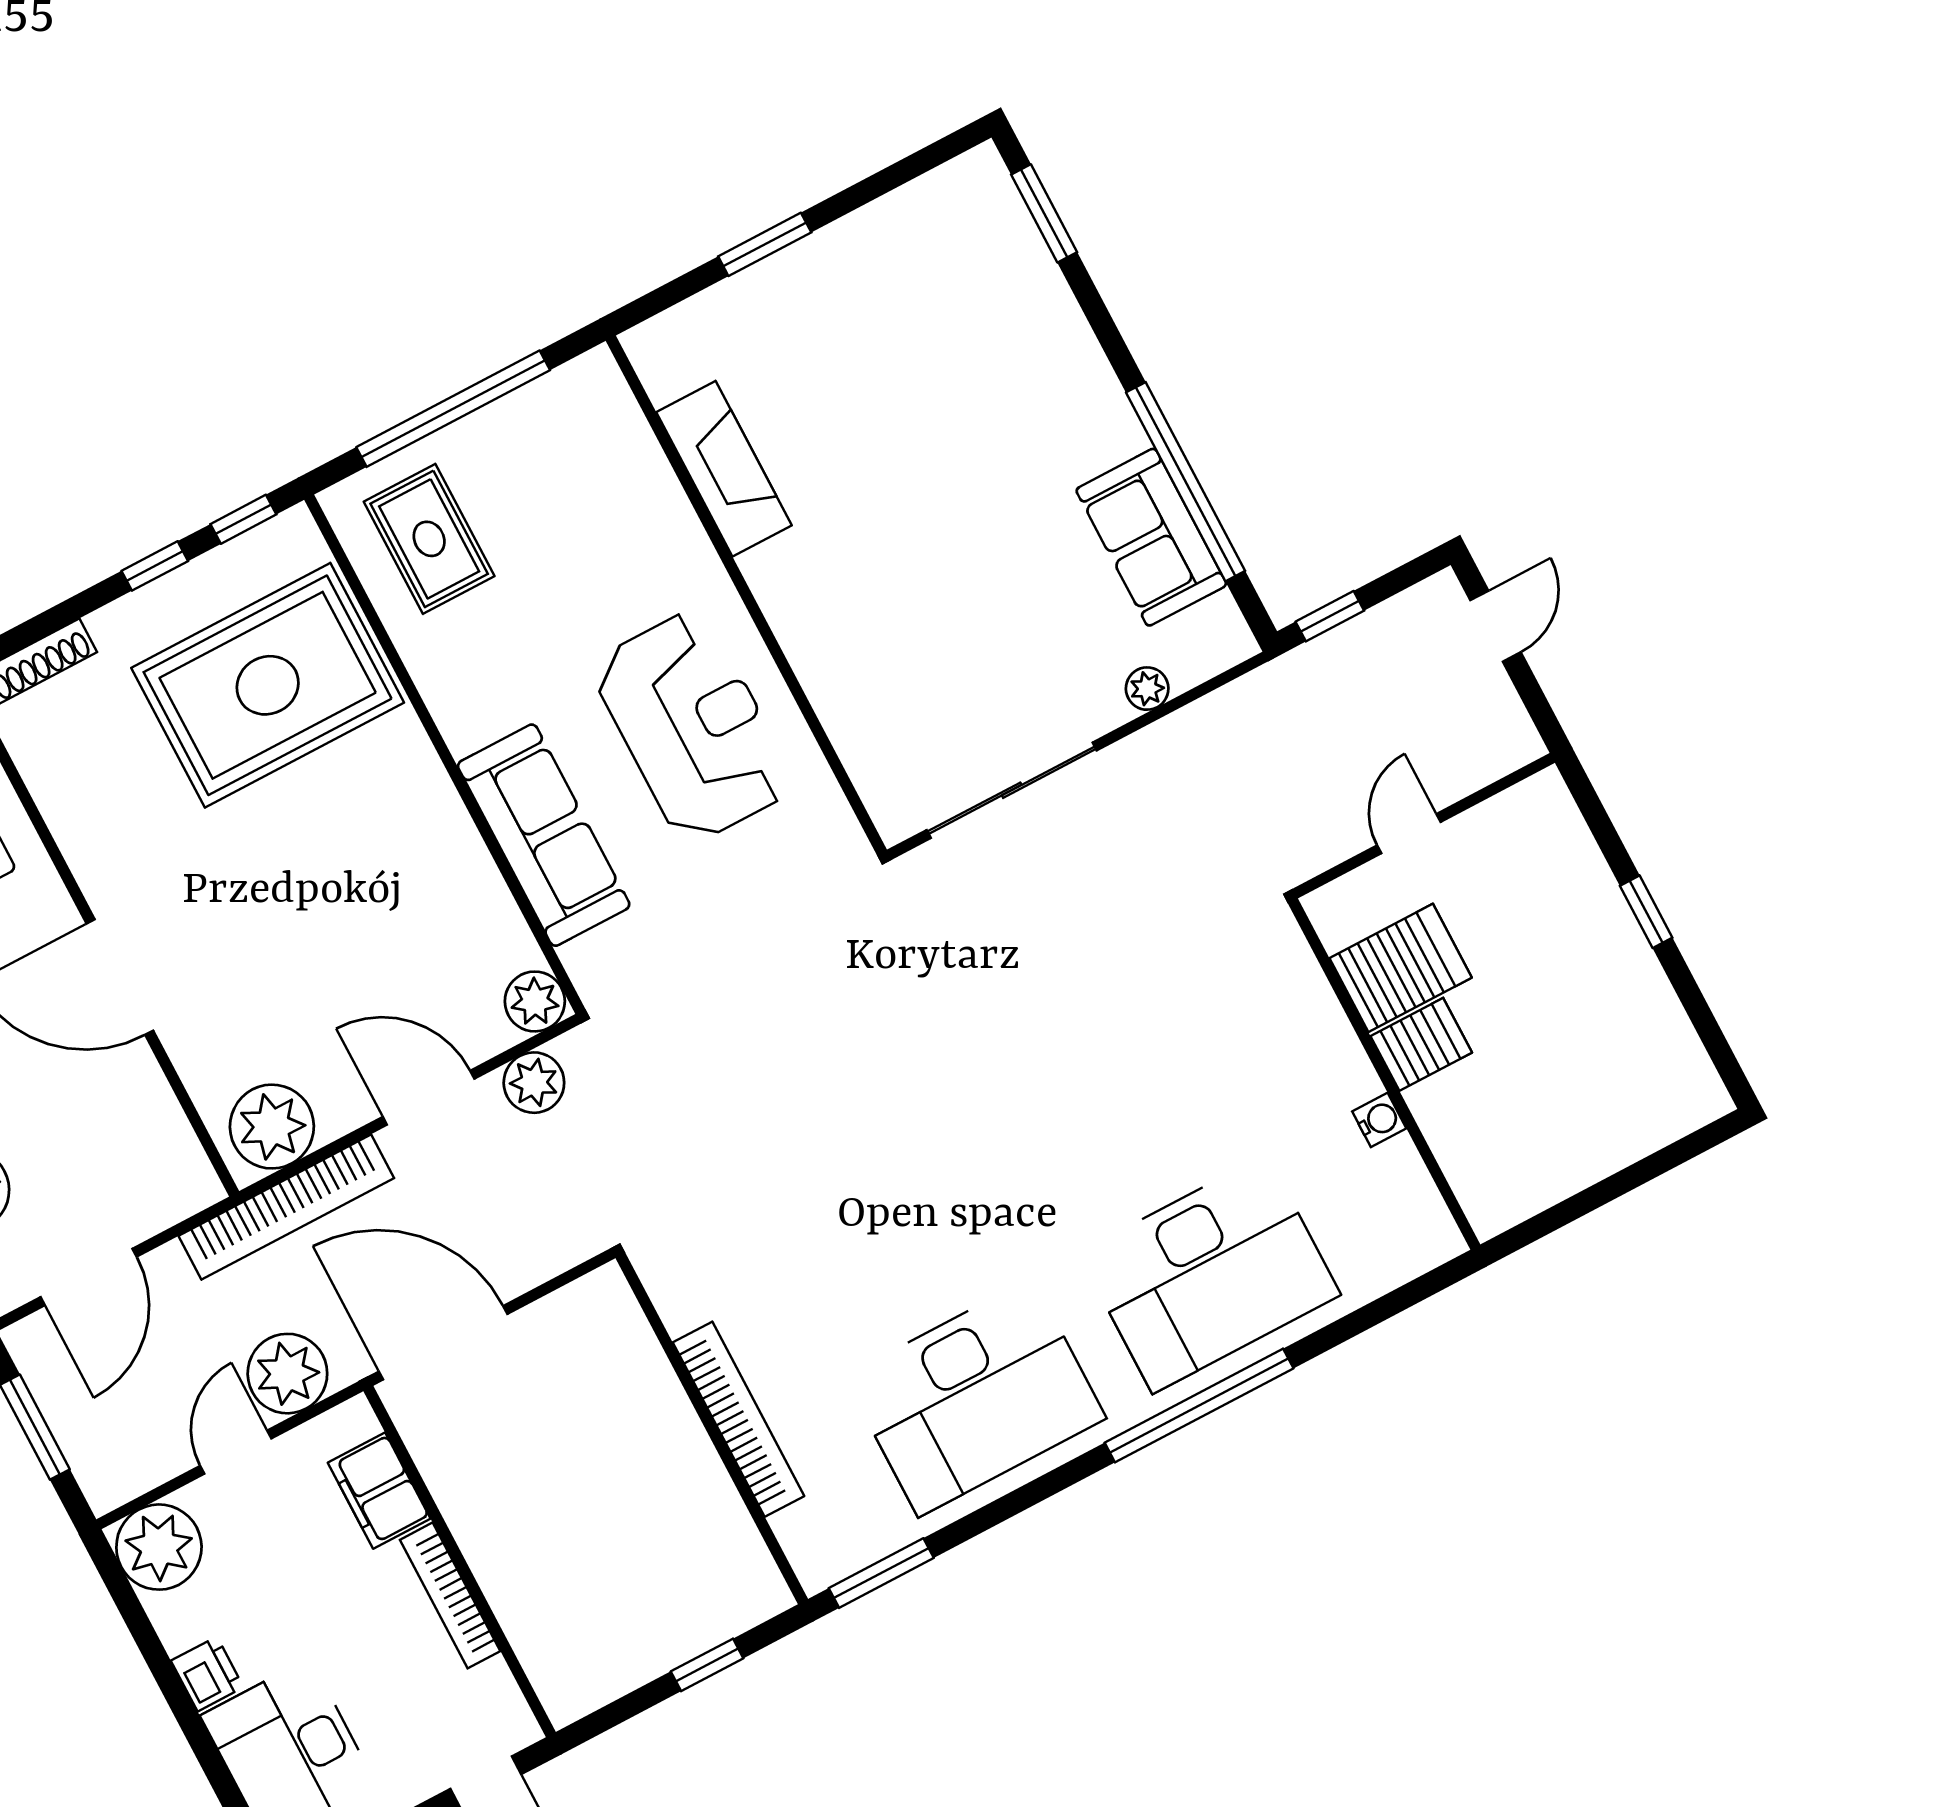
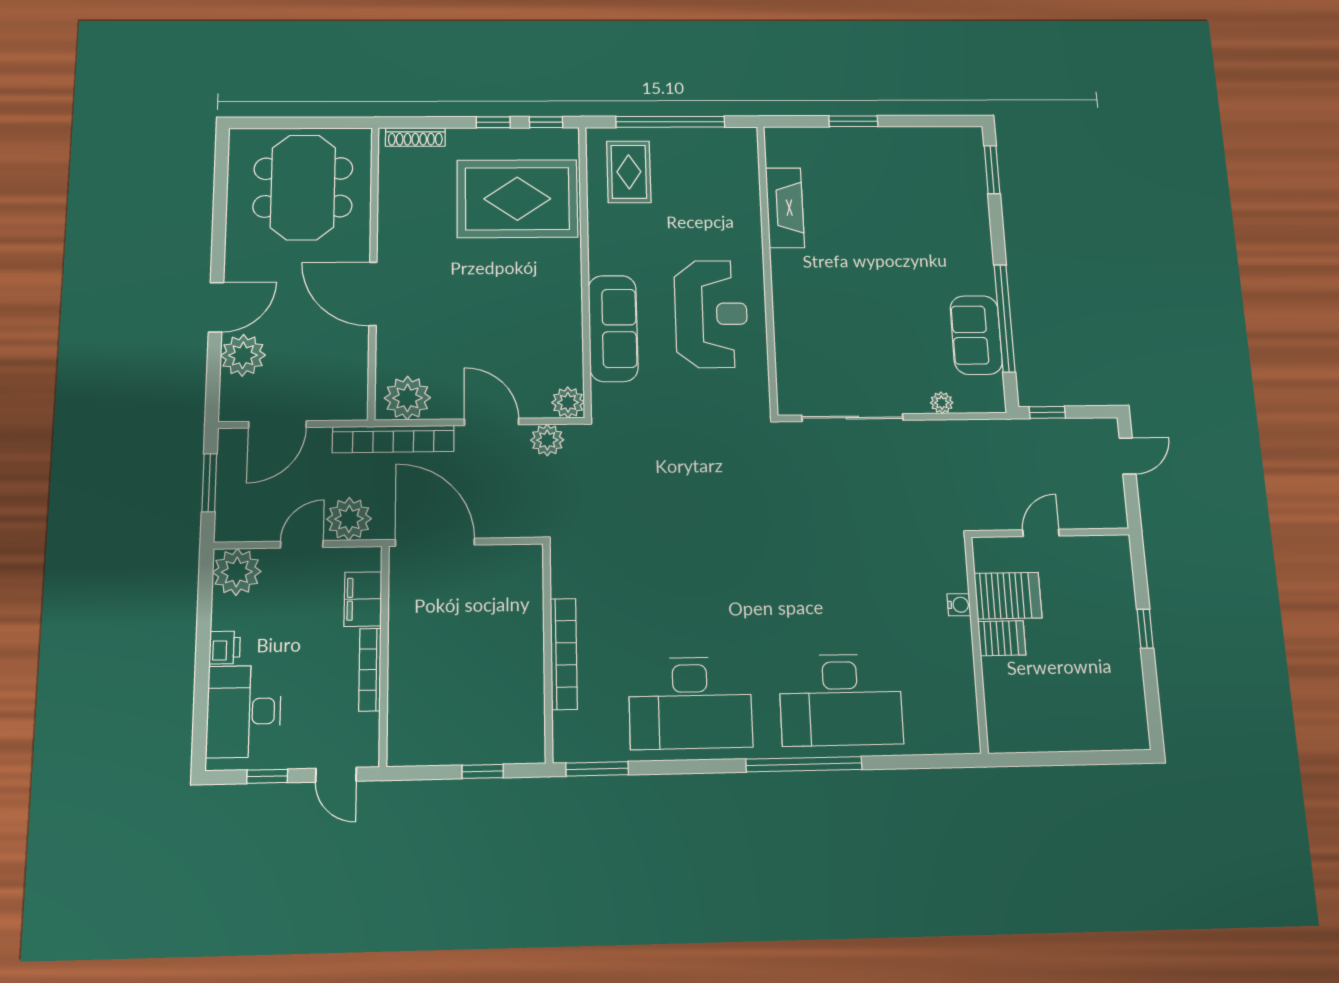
water cooler: (1379, 1120) -> (959, 605), moved

